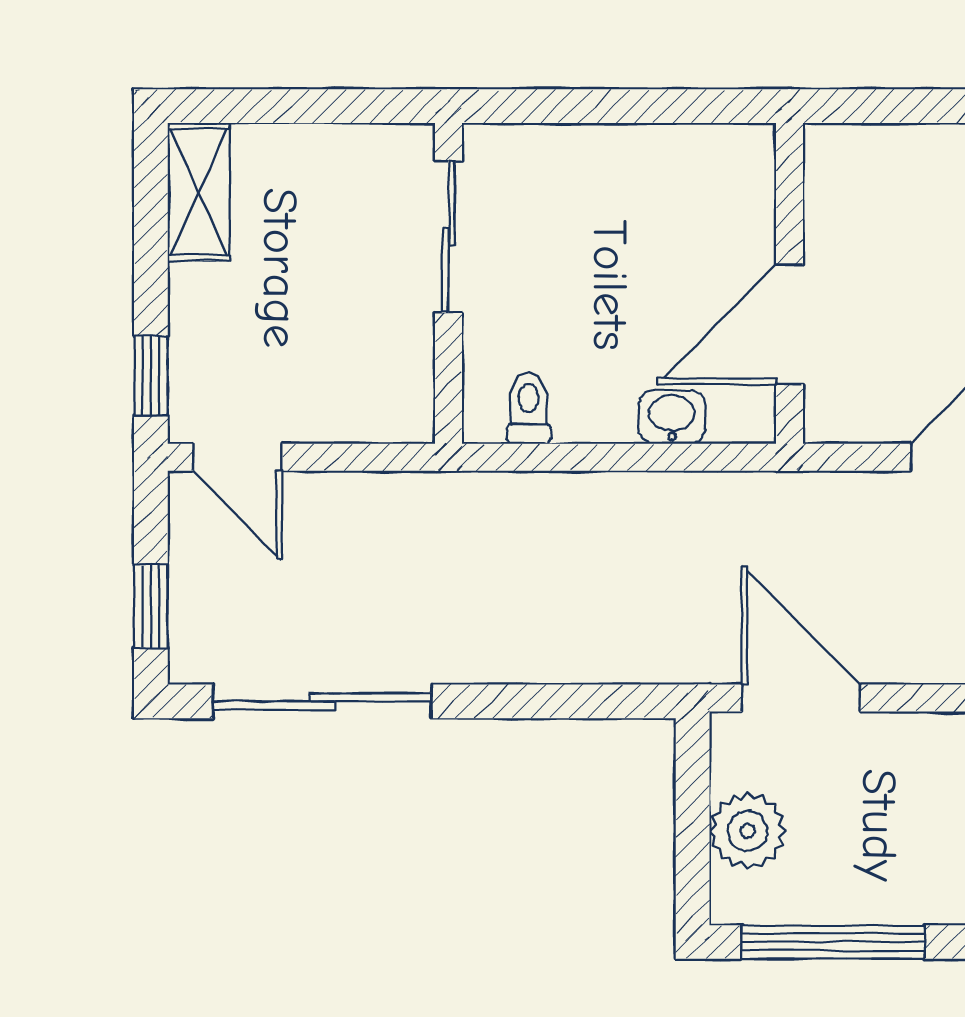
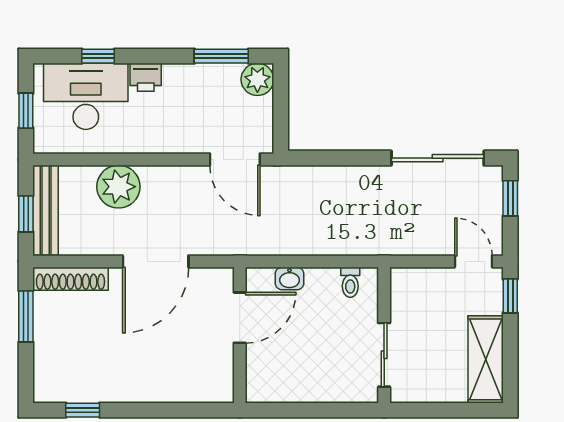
shelving: (199, 192) -> (486, 359), width x1.50, depth x1.33
plant: (748, 831) -> (257, 79), moved
window: (833, 942) -> (221, 56), width x0.69

